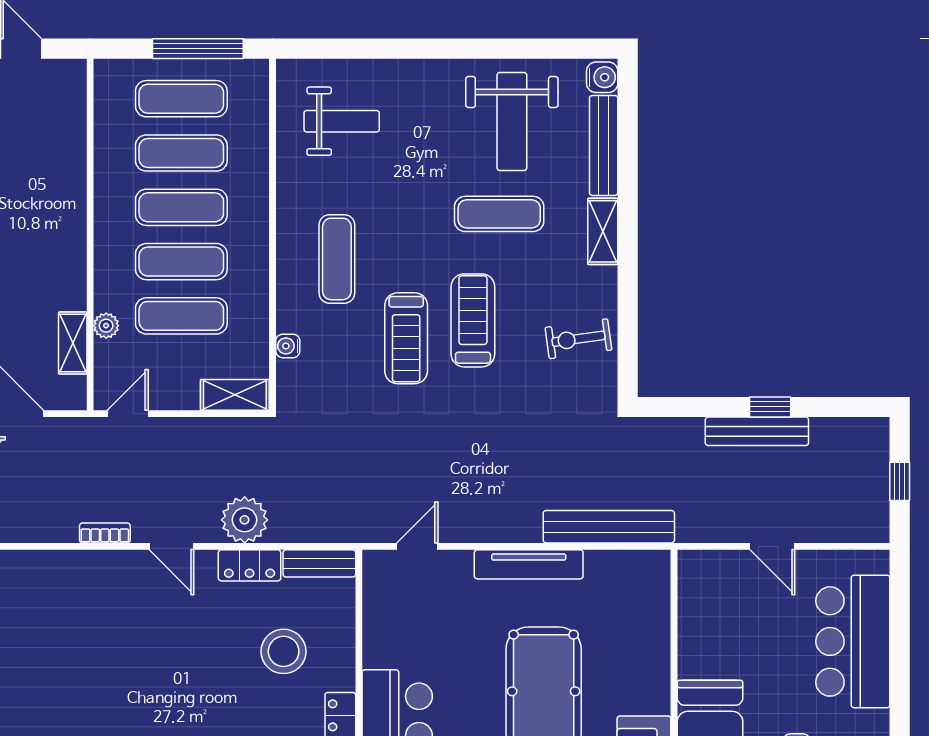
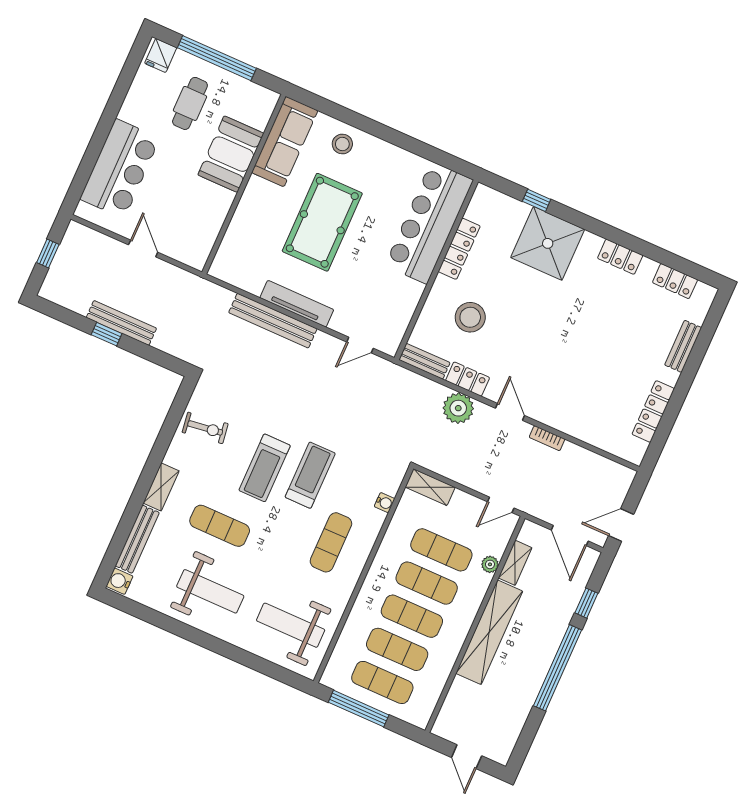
weight bench: (342, 121) -> (291, 625), width x1.36, depth x1.33
weight bench: (512, 122) -> (210, 591), moved, turned 90
shelving: (66, 232) -> (489, 632), added
bench: (609, 527) -> (273, 321), moved

